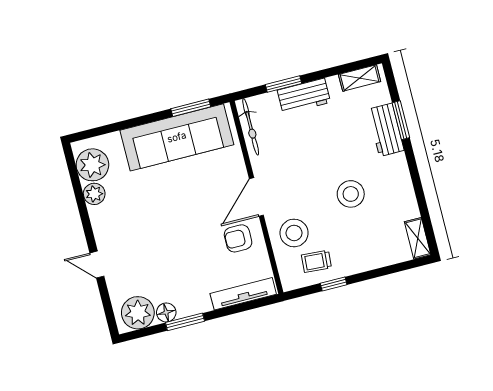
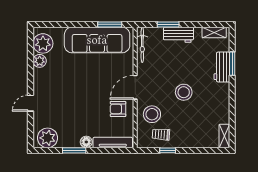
stool: (351, 194) -> (184, 92), moved
door: (97, 265) -> (31, 103), hinge flipped
floor lamp: (166, 312) -> (86, 142), moved

